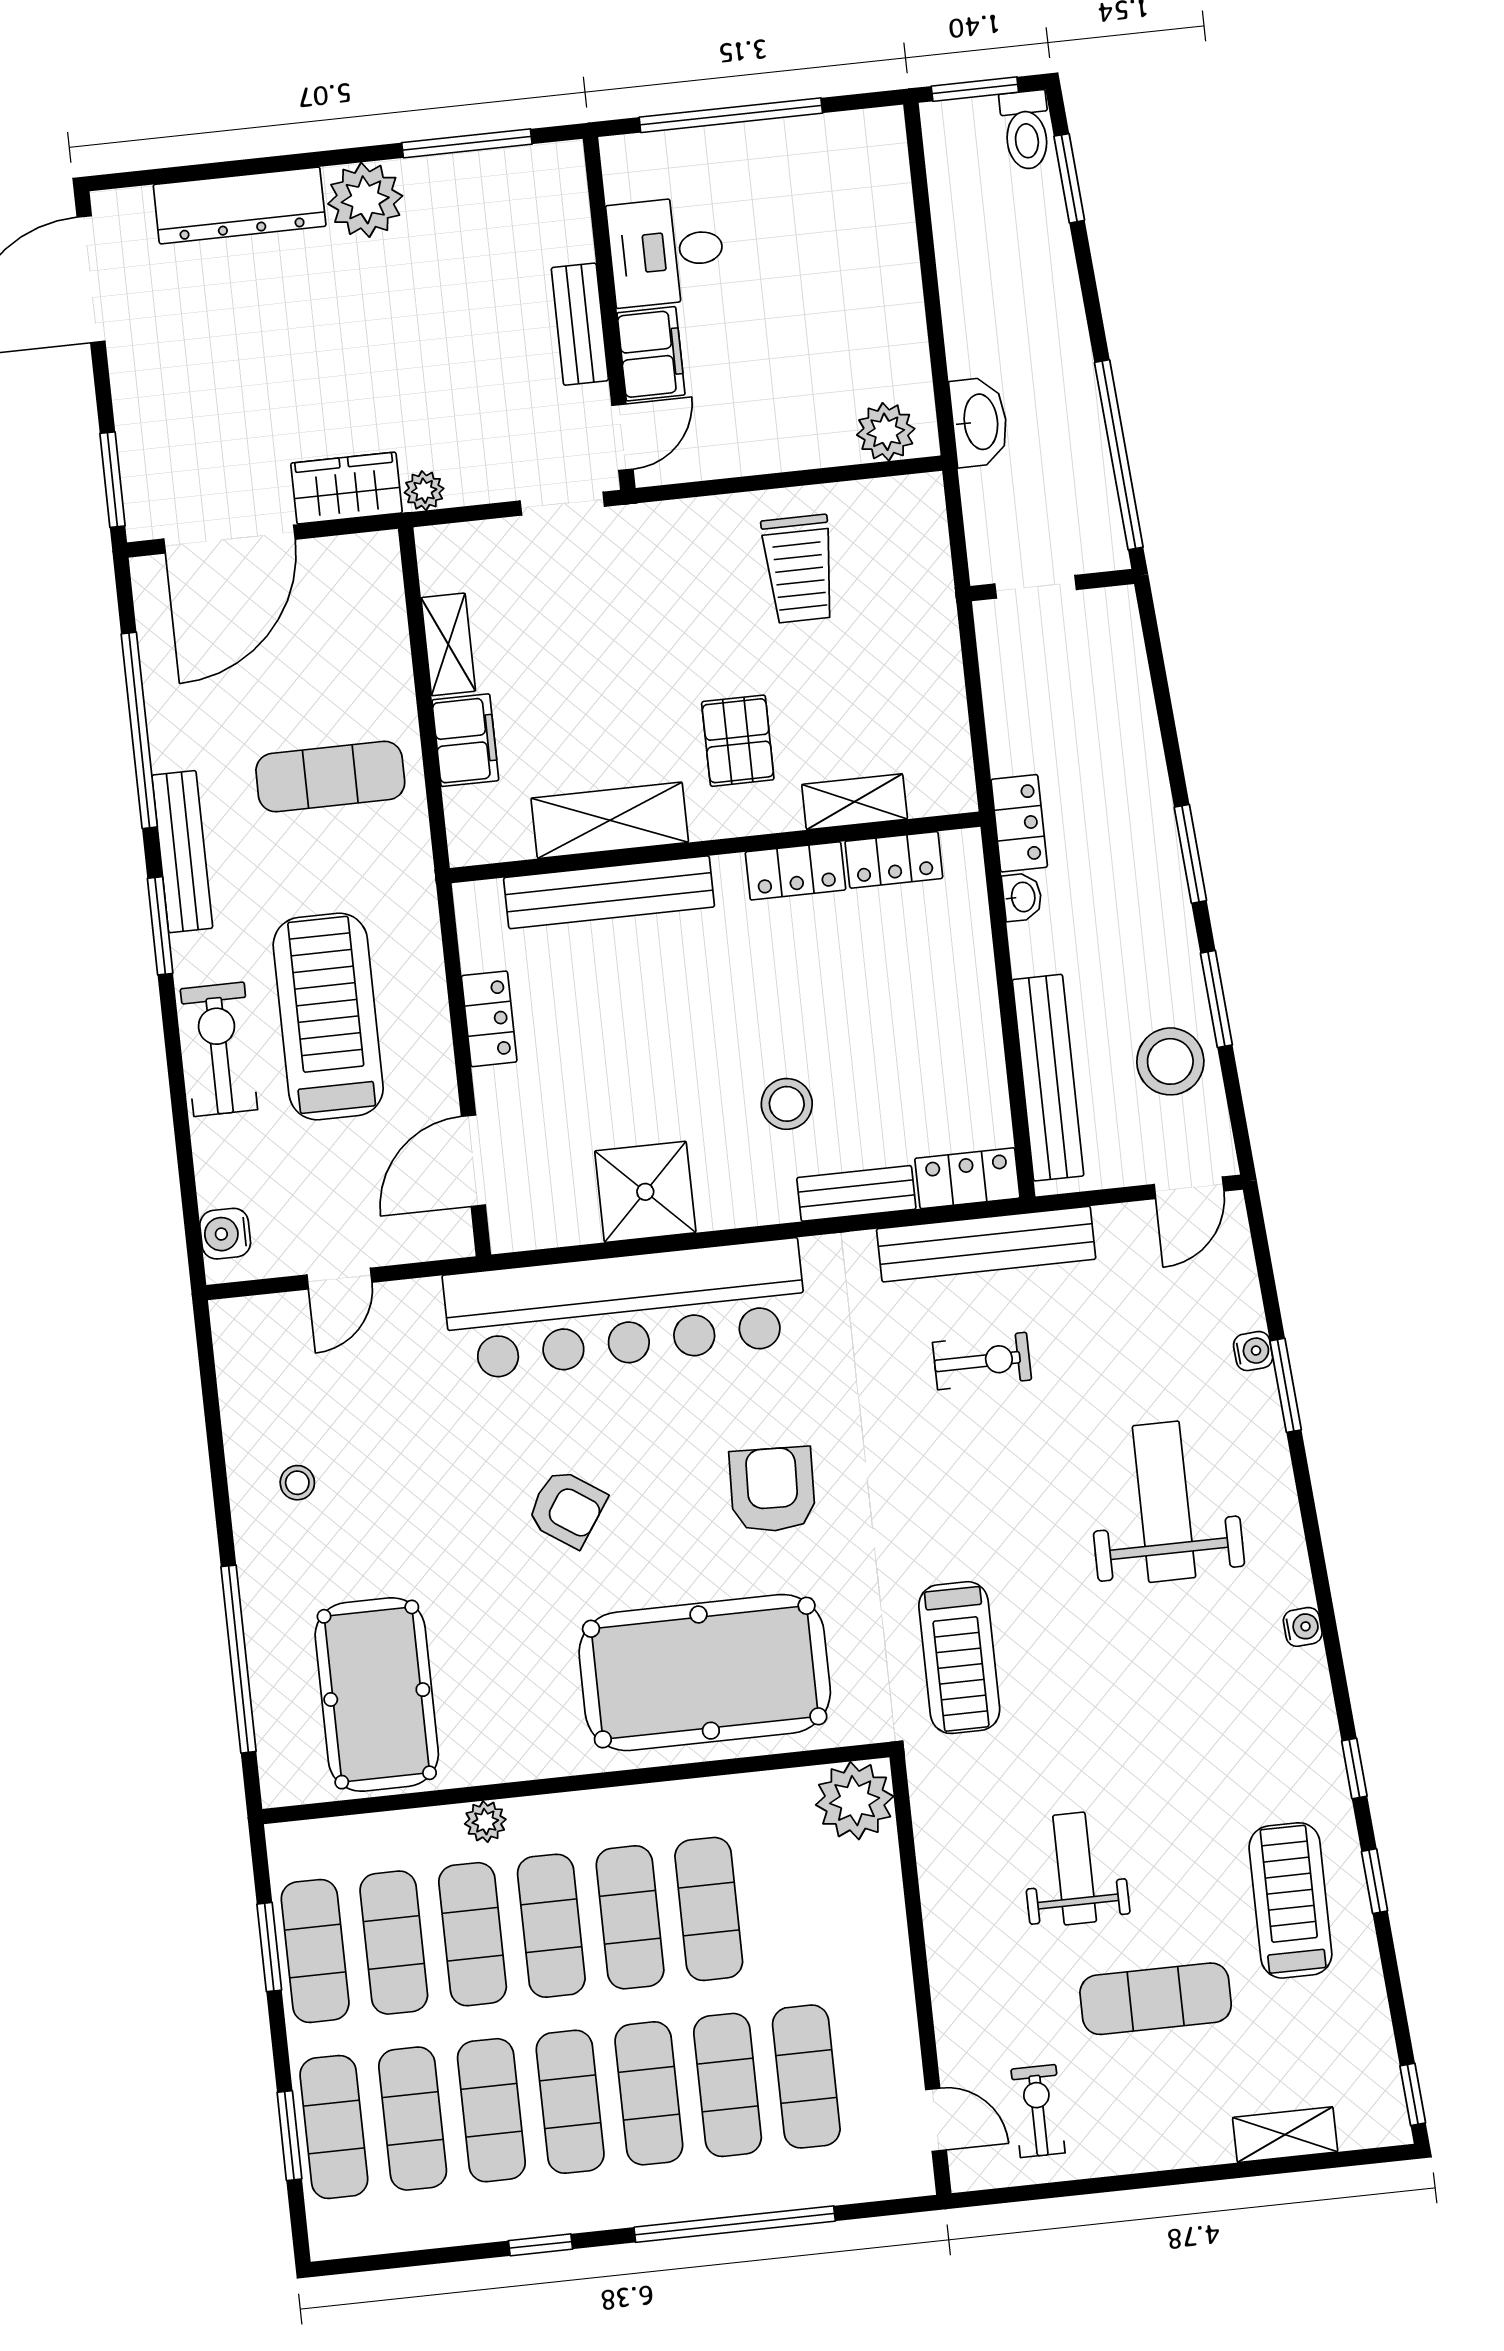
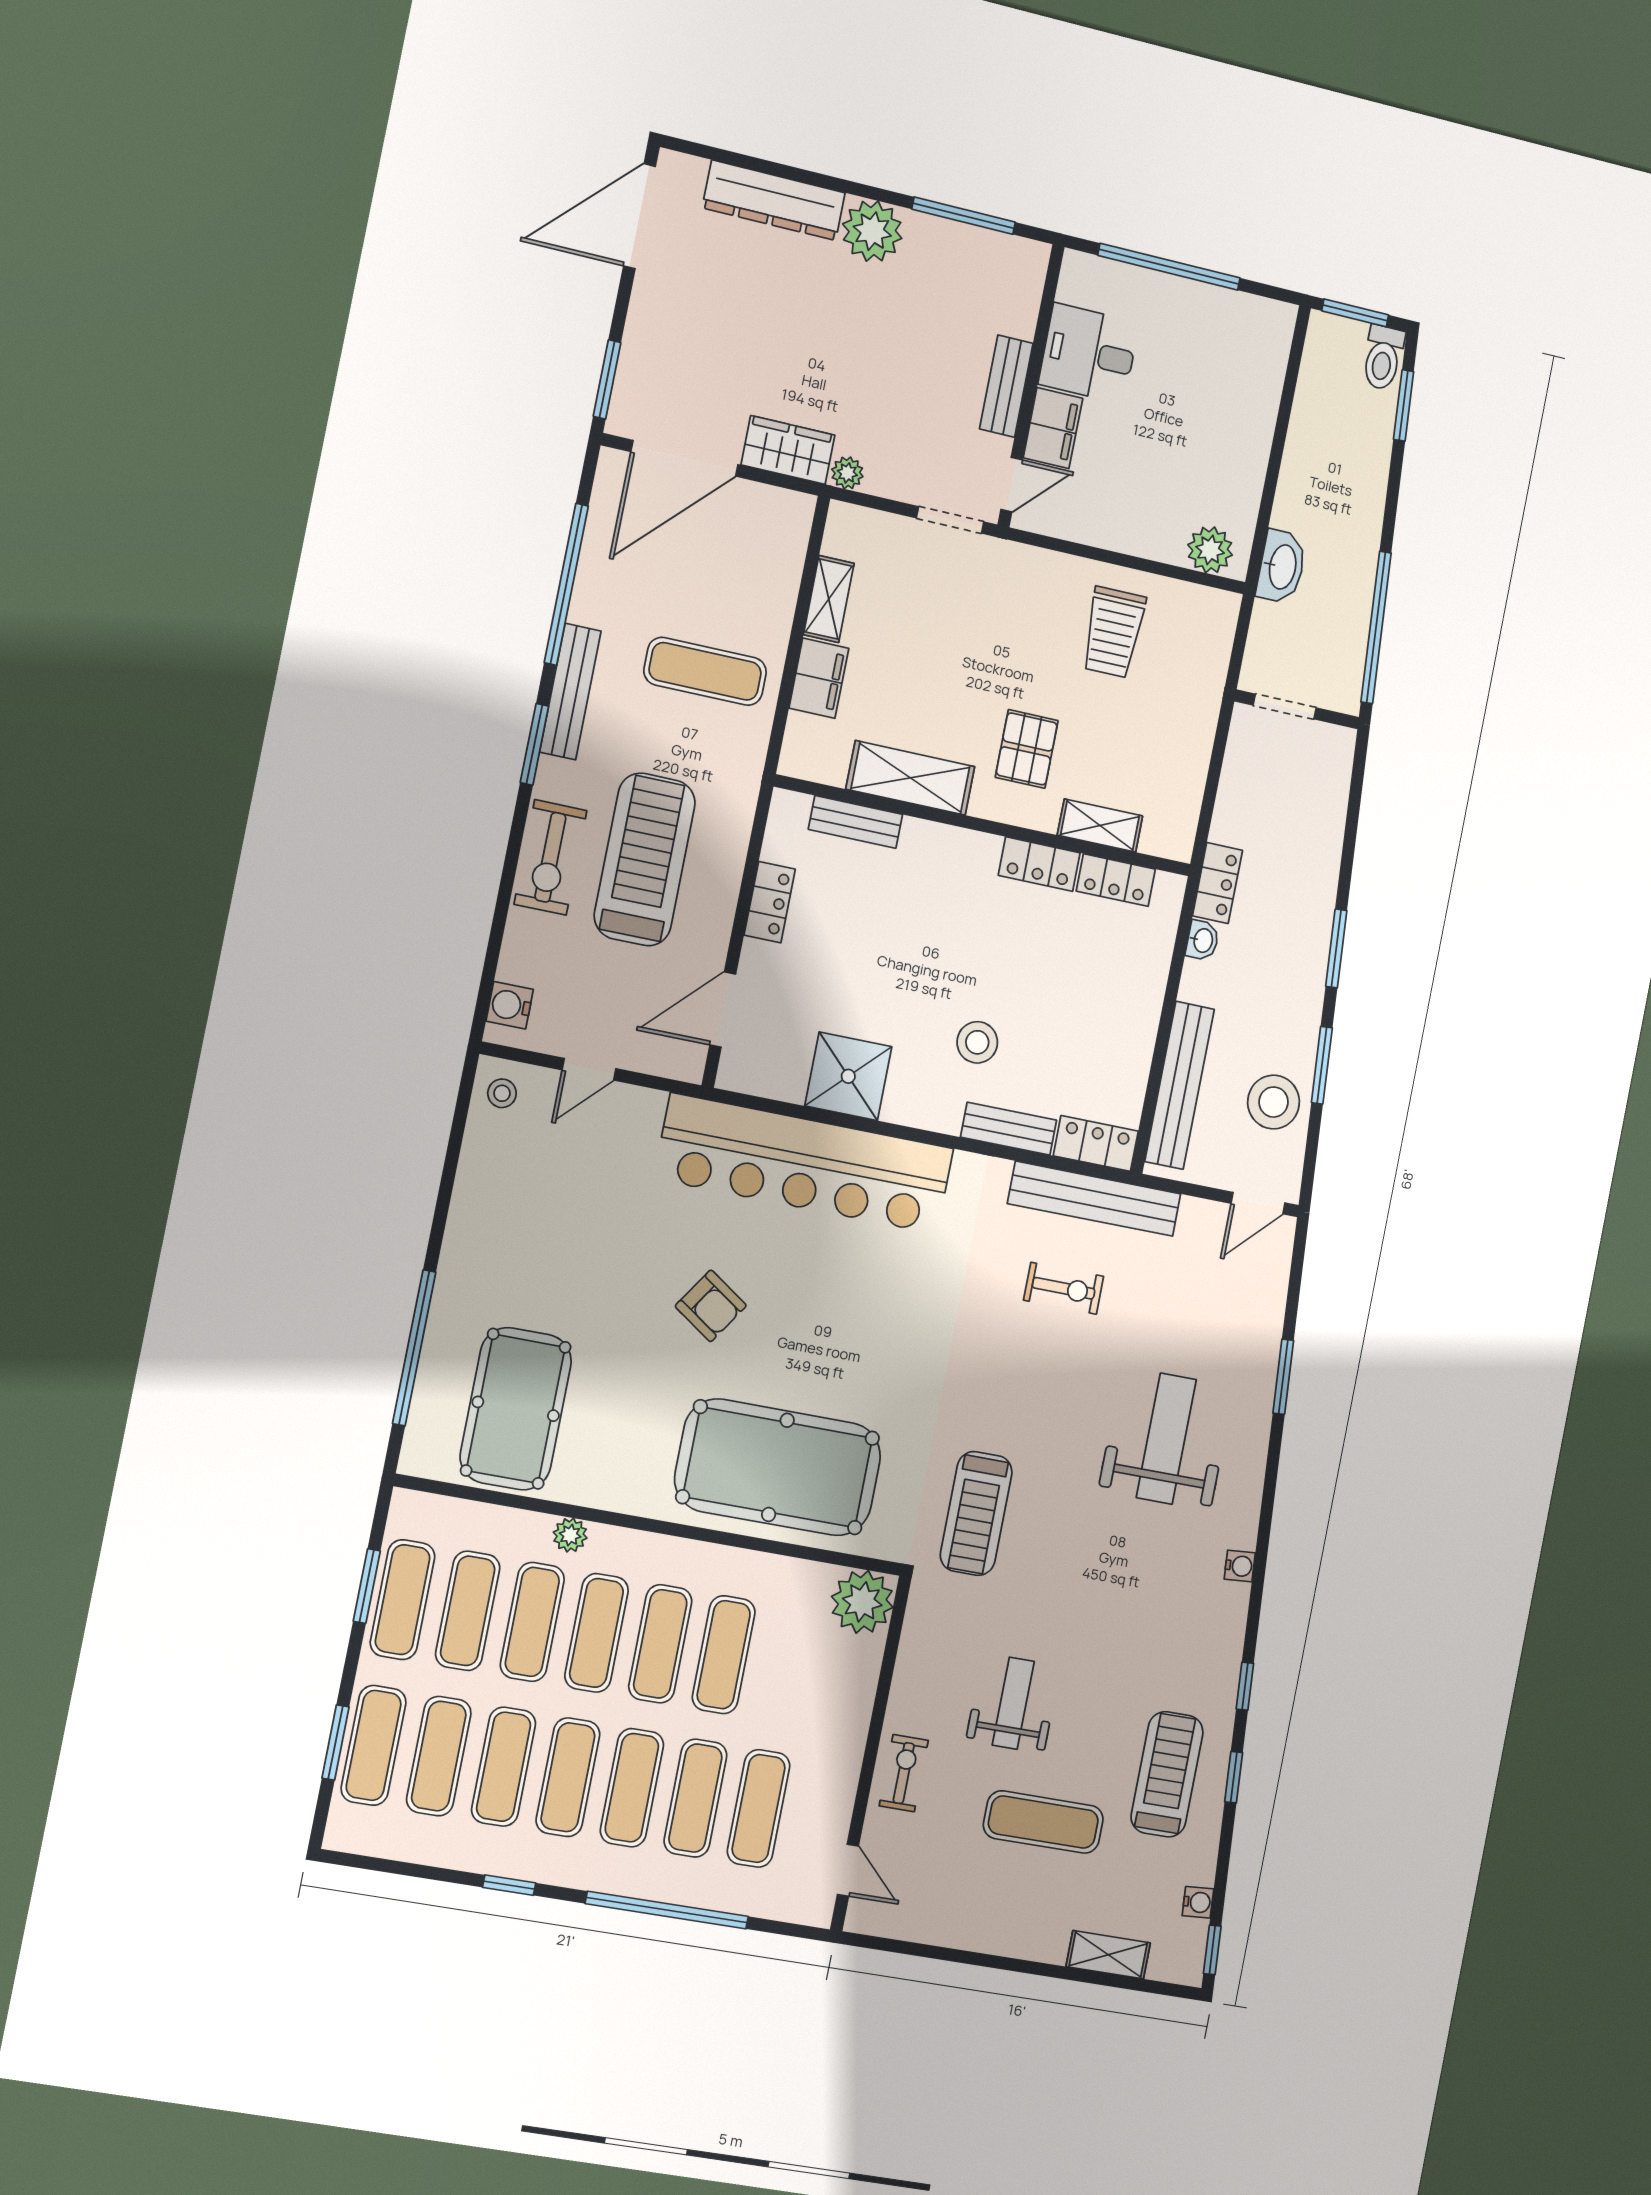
bench: (609, 892) -> (855, 822), width x0.54, depth x0.82
exercise bike: (219, 1049) -> (550, 857), turned 180
water cooler: (1253, 1351) -> (1198, 1902), moved
stool: (297, 1483) -> (502, 1093), moved
armchair: (772, 1490) -> (874, 1340), removed
exercise bike: (1038, 2111) -> (904, 1773), moved

